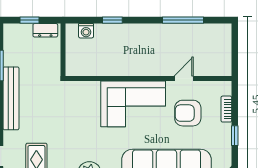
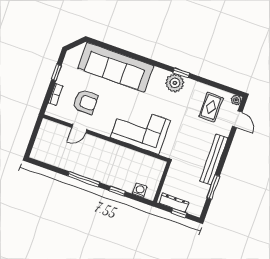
window: (183, 20) -> (84, 179), moved
dresser: (45, 30) -> (174, 203), width x1.44
corner sofa: (133, 104) -> (141, 129), moved

